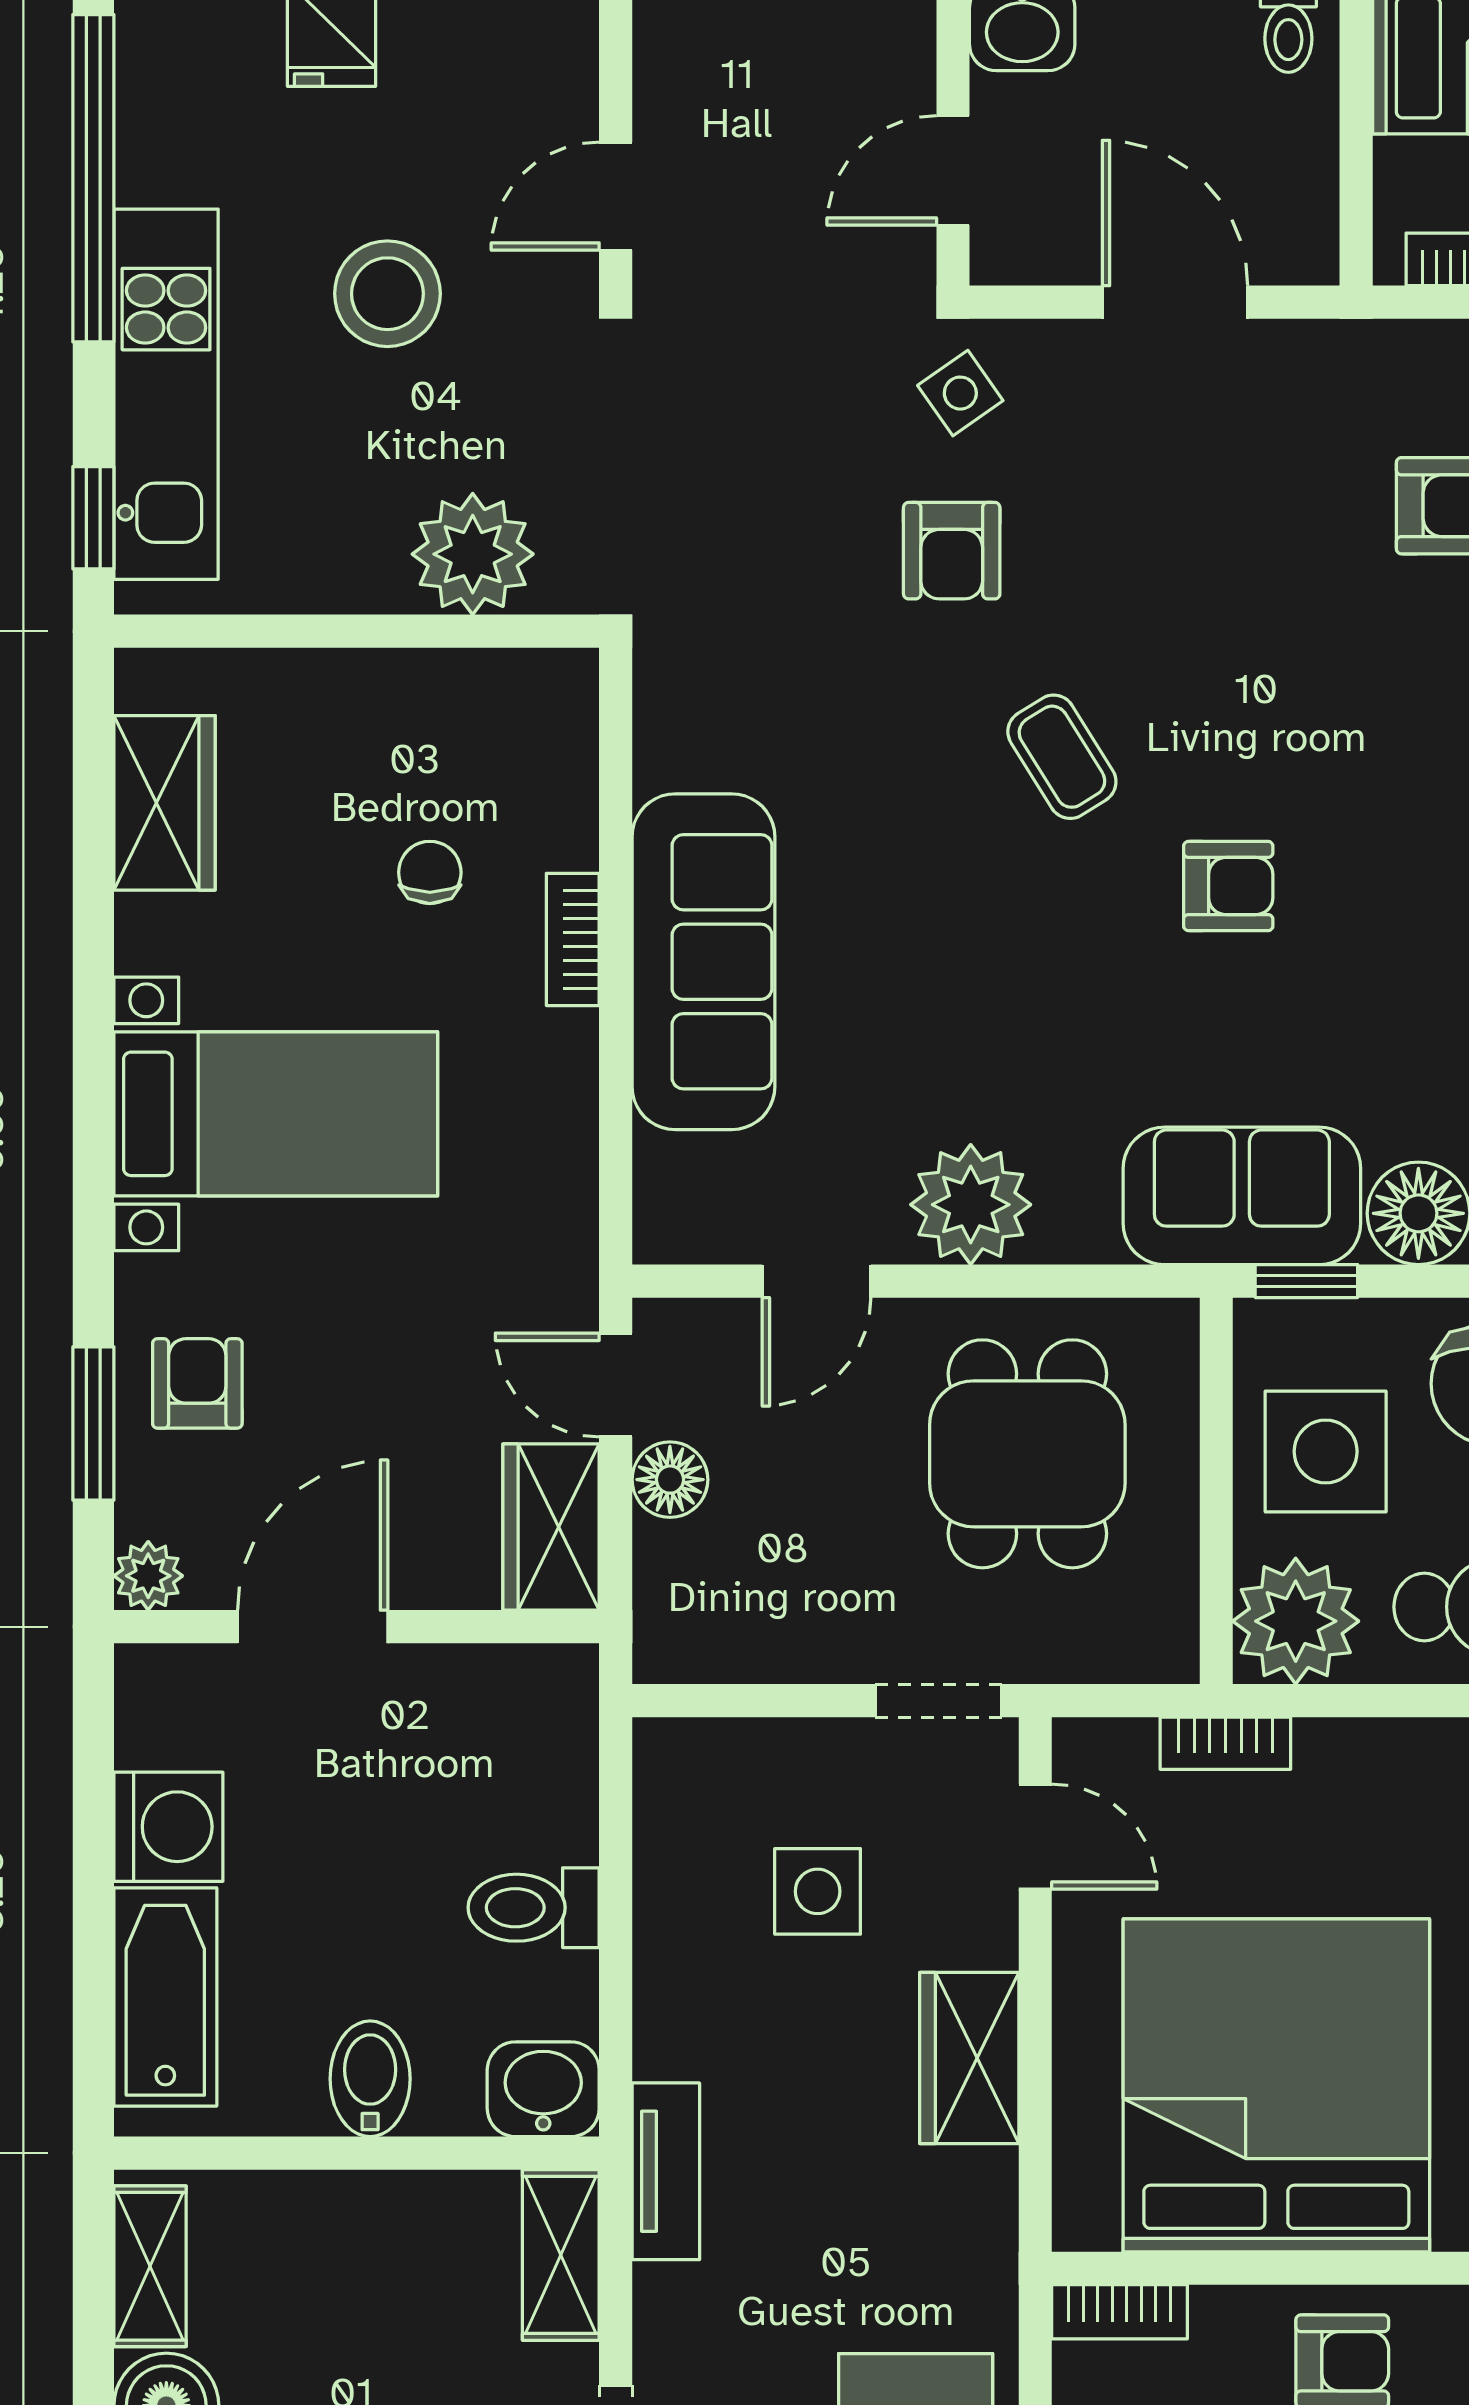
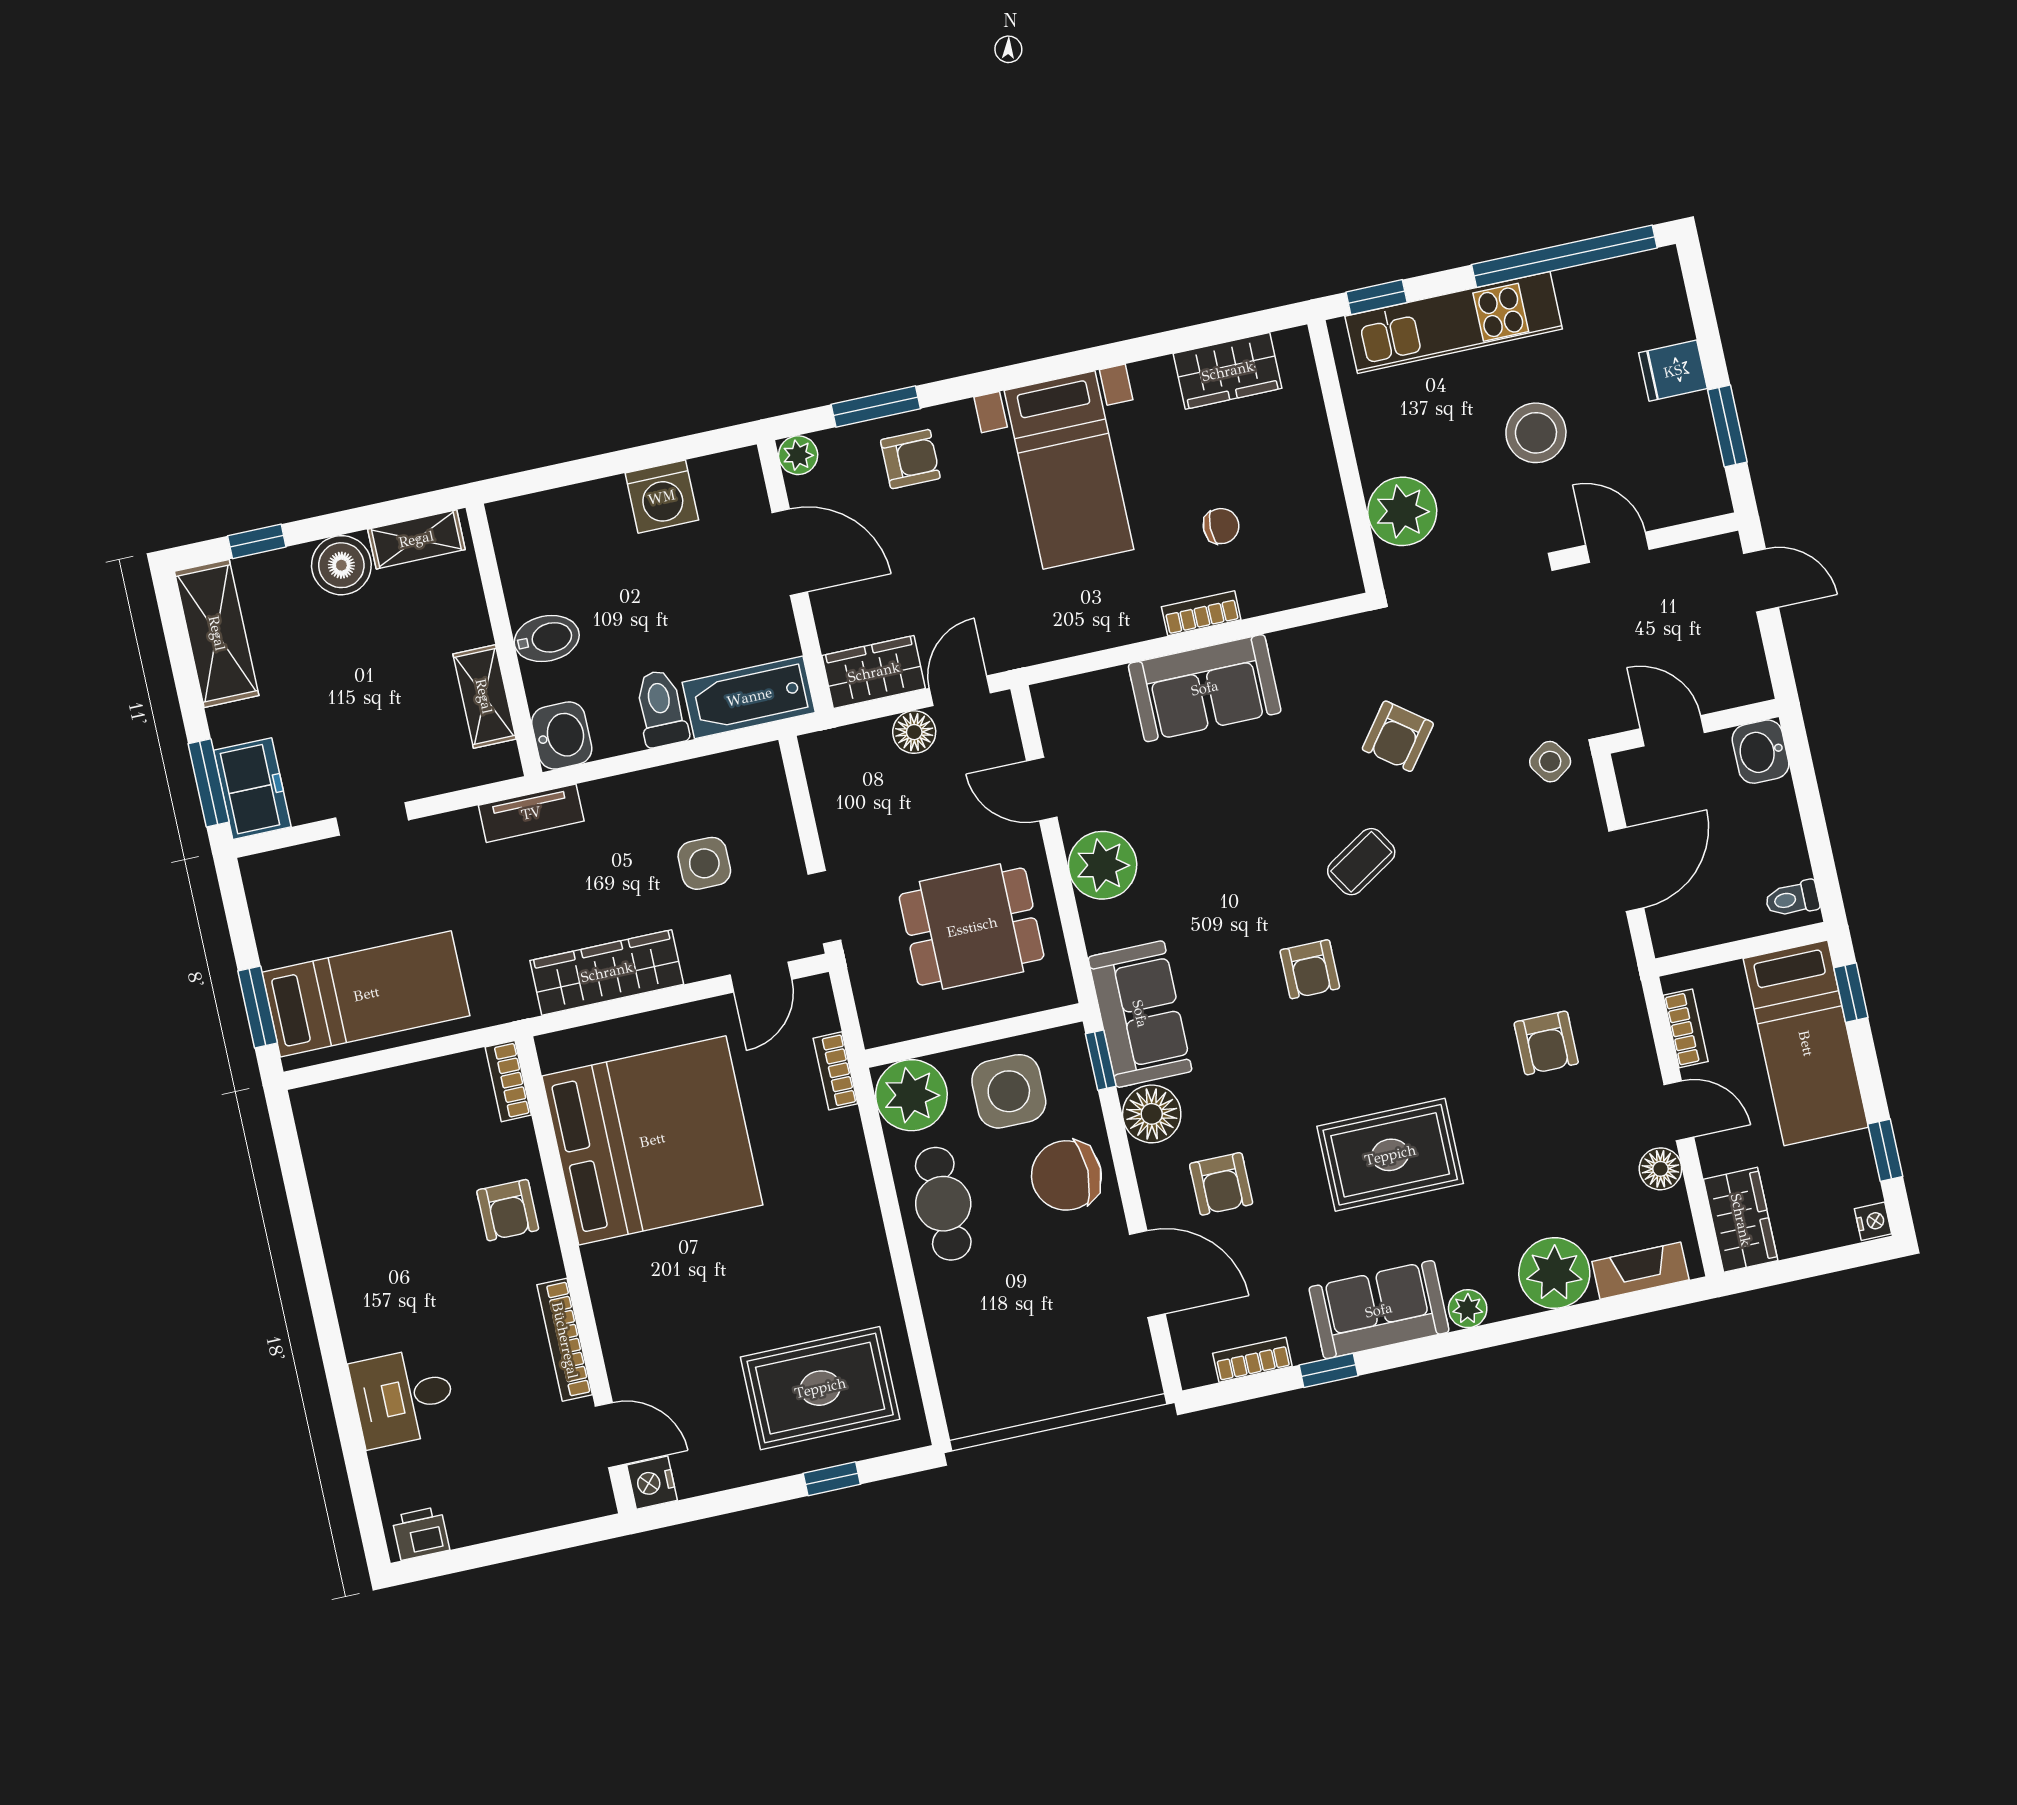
armchair: (952, 551) -> (1398, 736), moved, turned -53
sofa: (703, 962) -> (1205, 688), width x0.73
bathtub: (165, 1997) -> (749, 697), moved, turned 180
wardrobe: (969, 2058) -> (607, 972), width x1.50
shelving: (561, 2255) -> (484, 696), moved, turned 90

